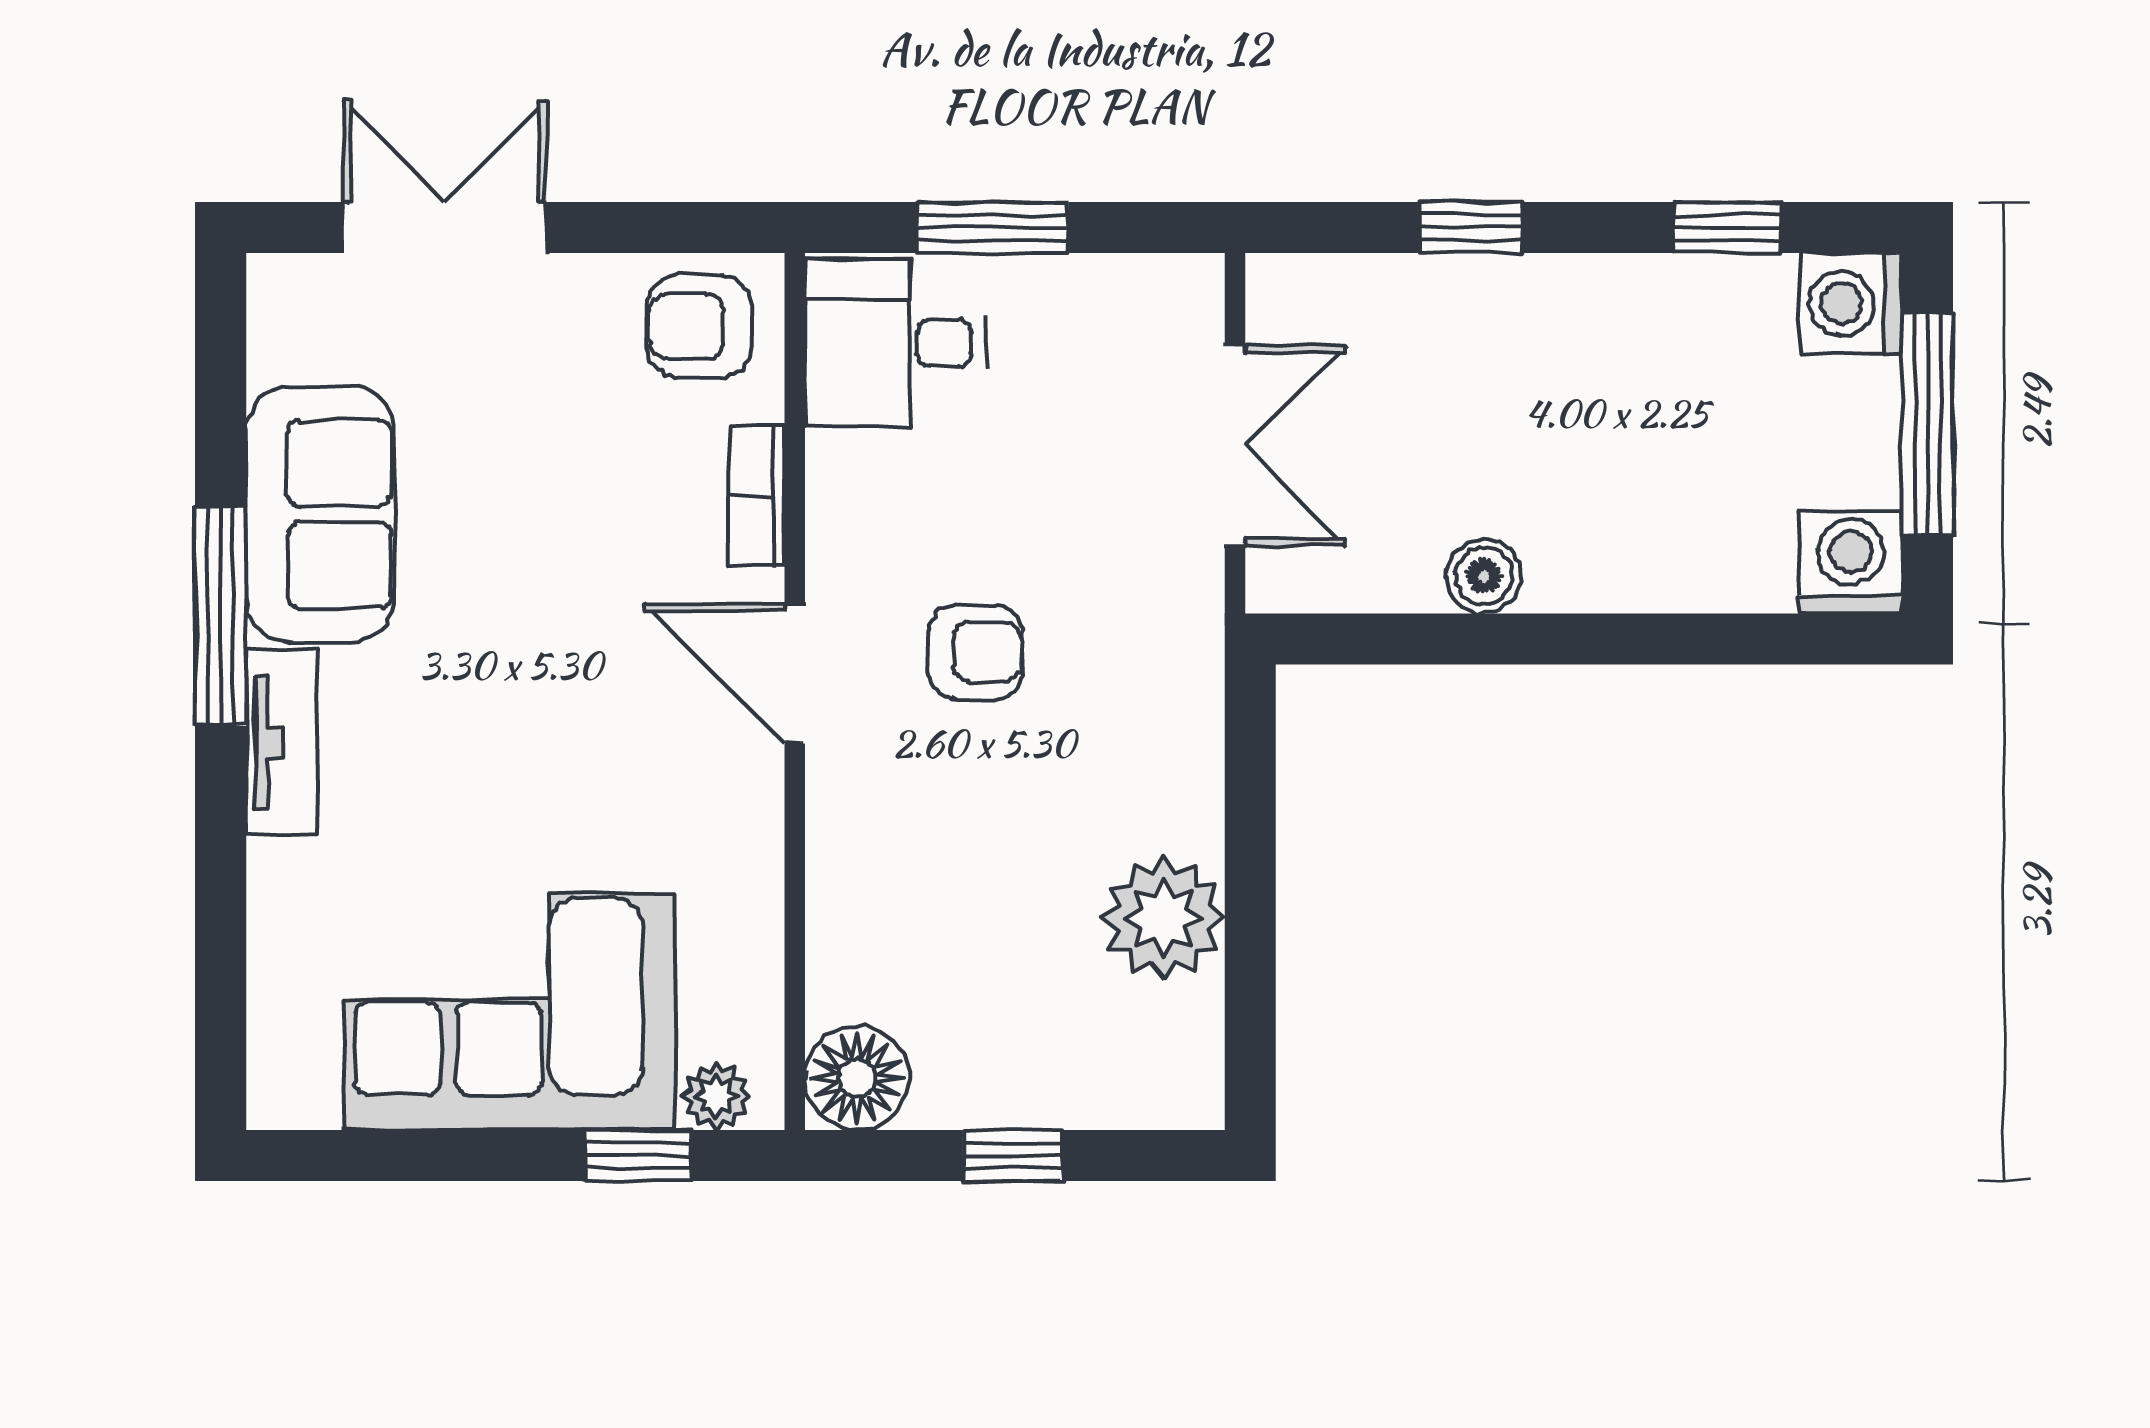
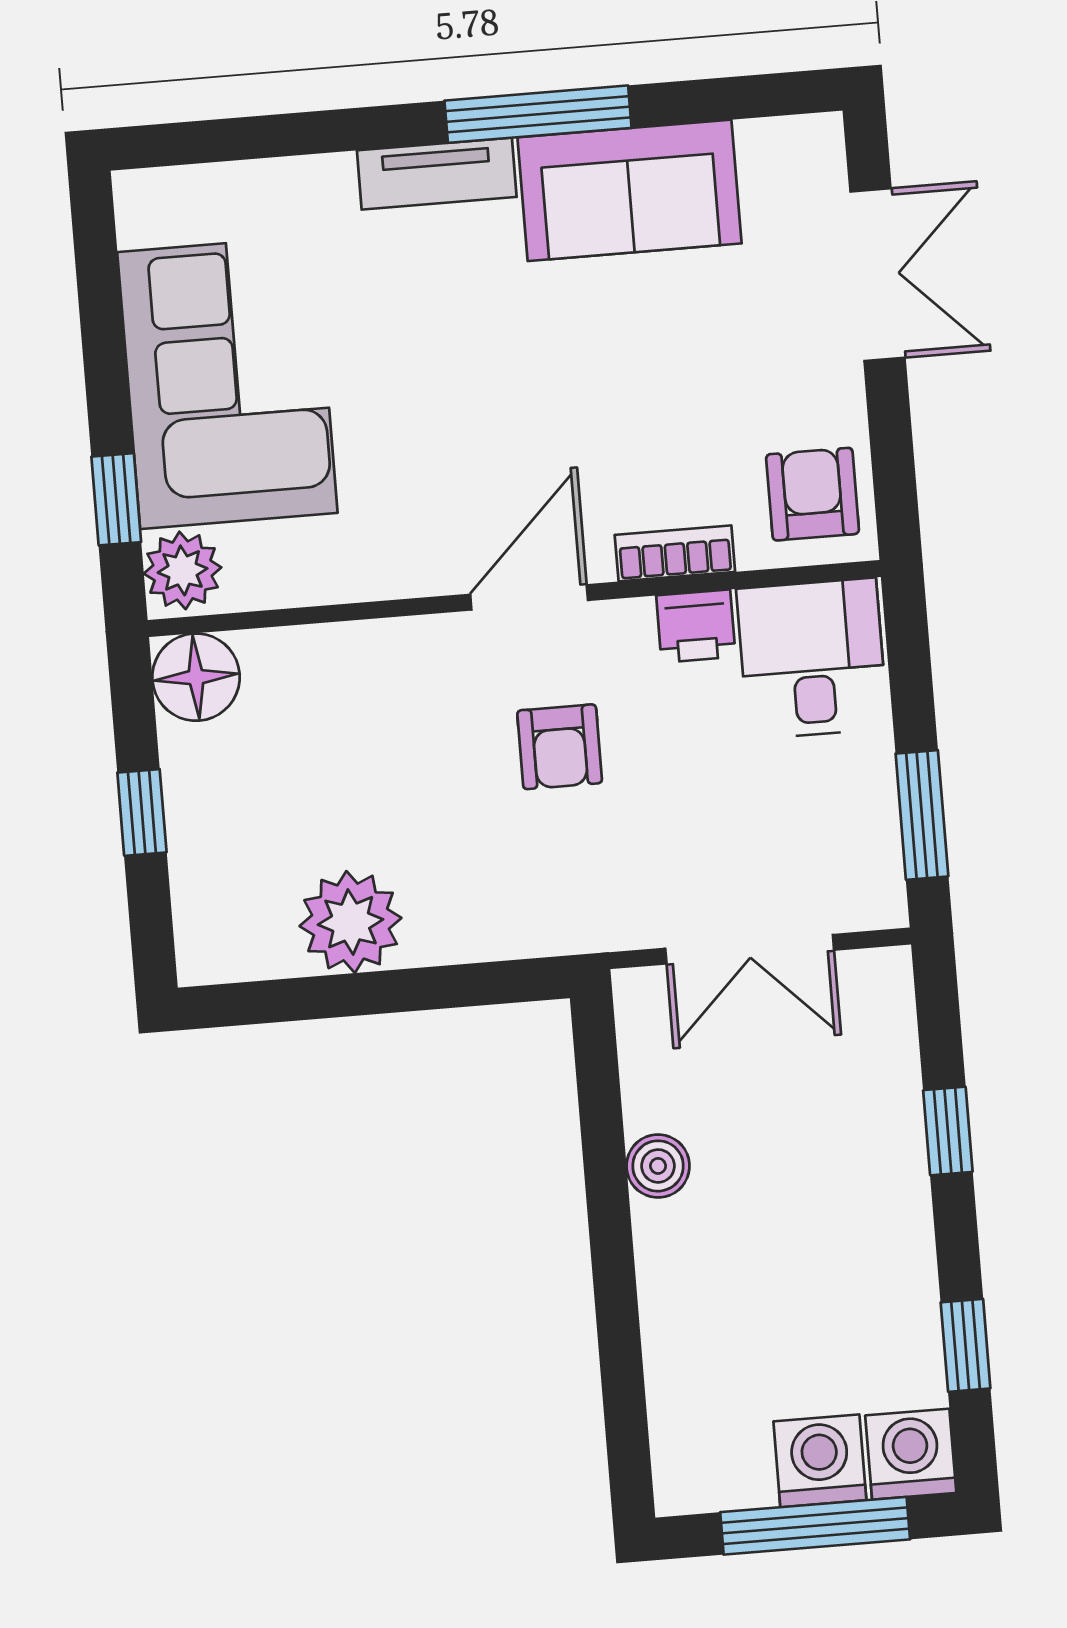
window: (992, 227) -> (922, 815), moved
printer: (845, 478) -> (696, 626), added
washing machine: (1851, 562) -> (820, 1461), moved, turned -90
plant: (716, 1096) -> (183, 570), width x1.38, depth x1.38

